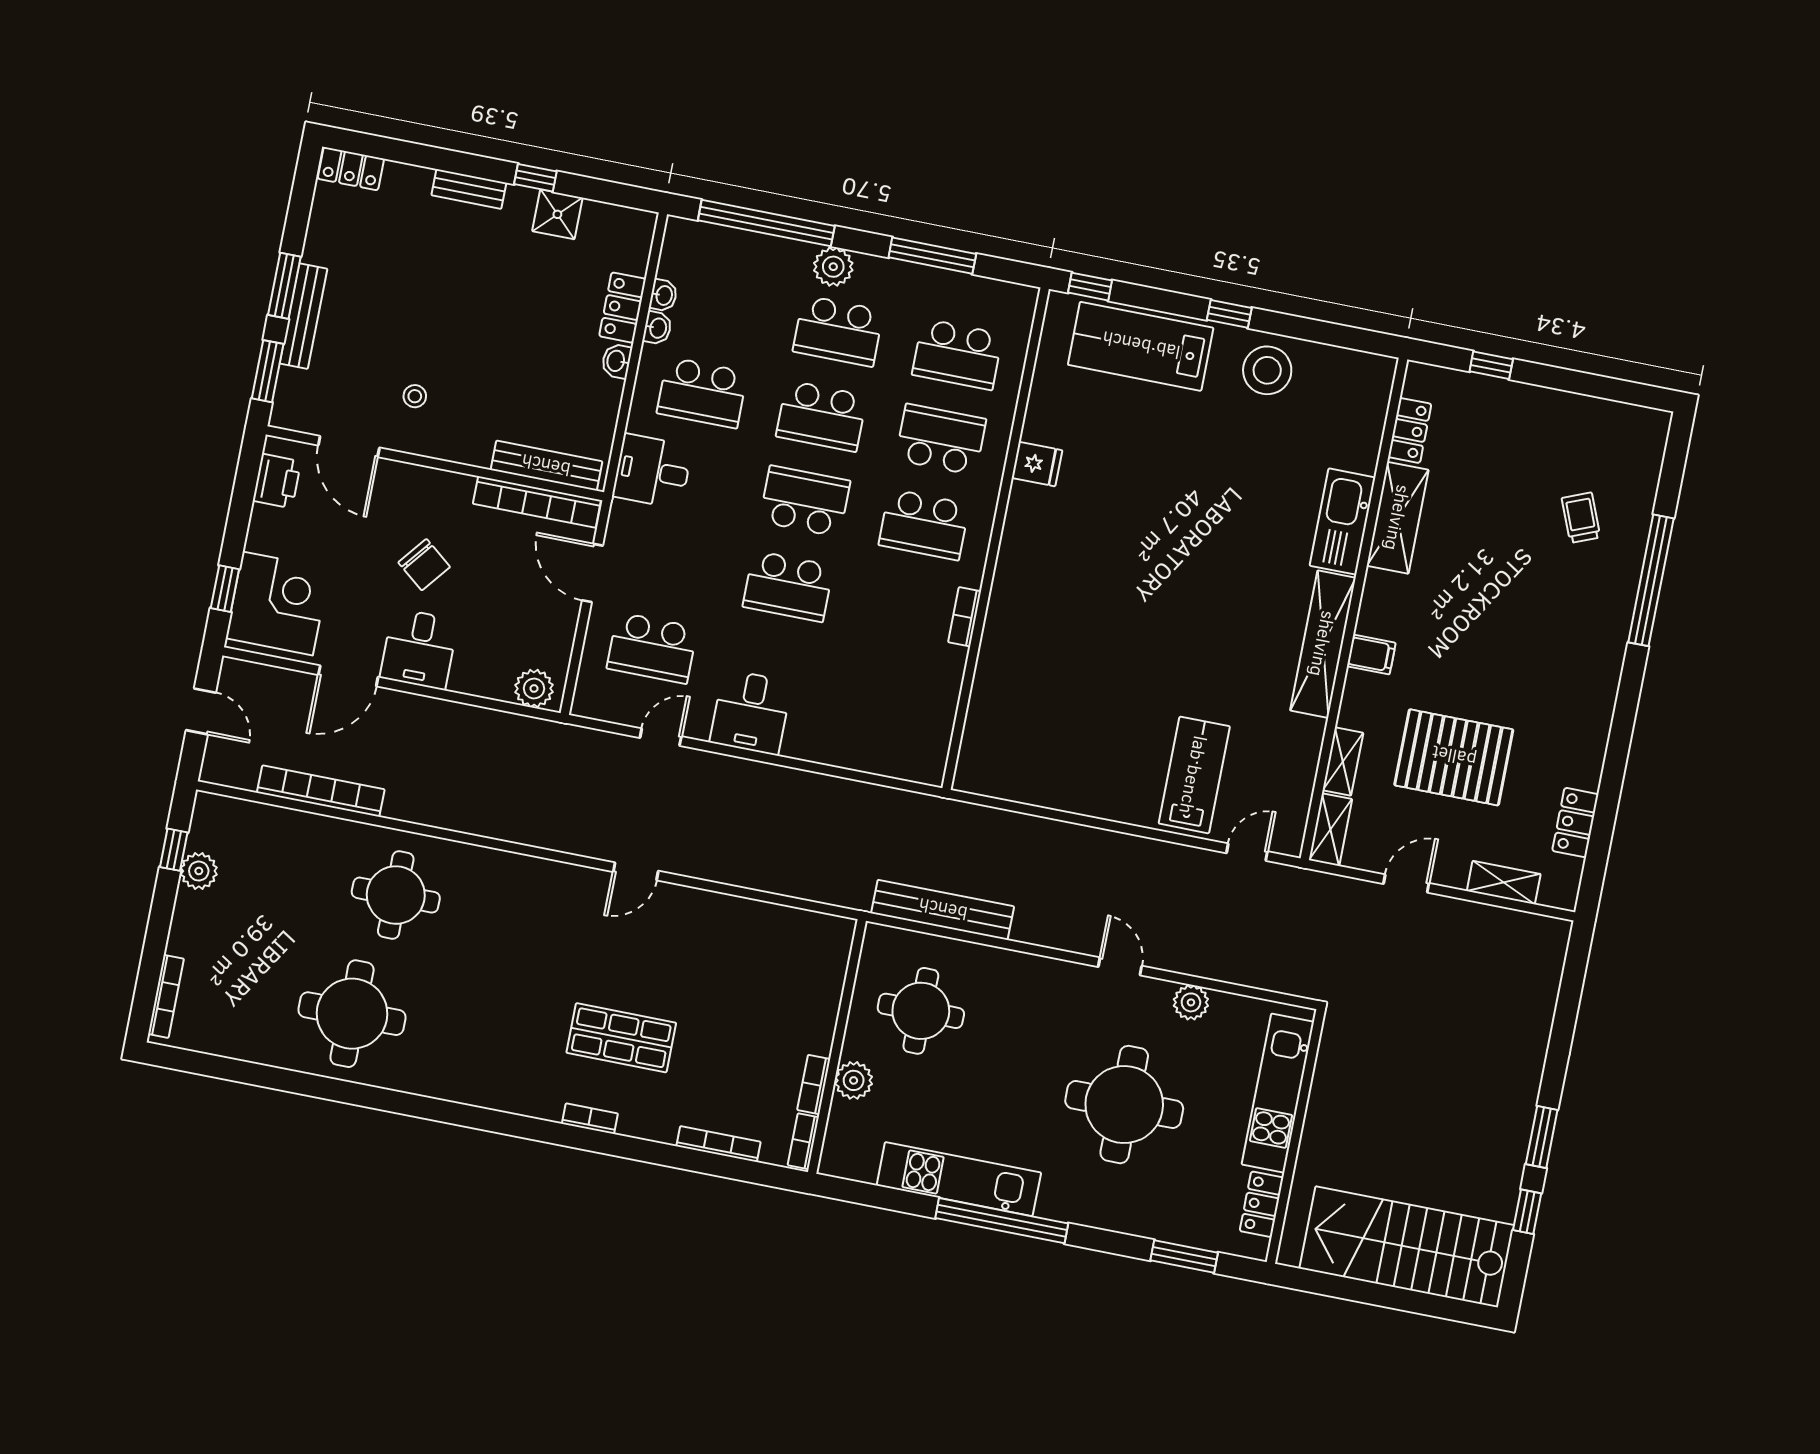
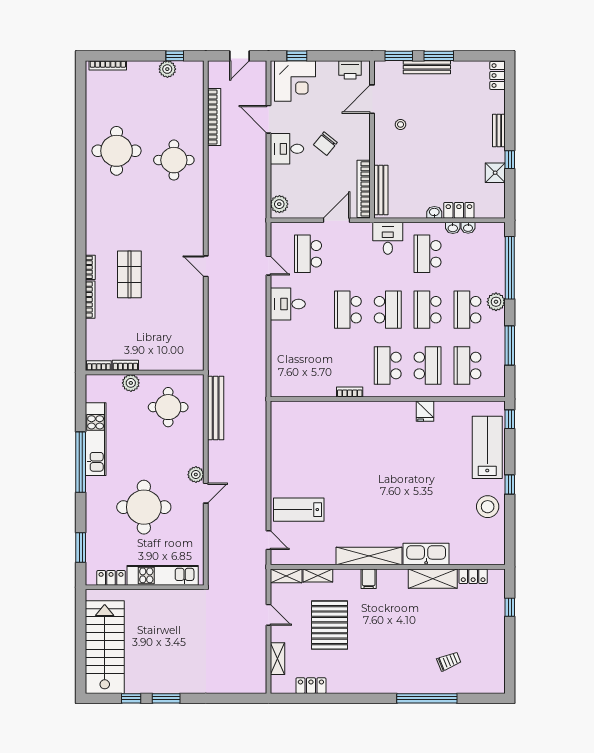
lab bench: (1194, 775) -> (299, 510), turned 180
plant: (1191, 1002) -> (196, 475), moved
bookcase: (718, 1144) -> (90, 300), moved

